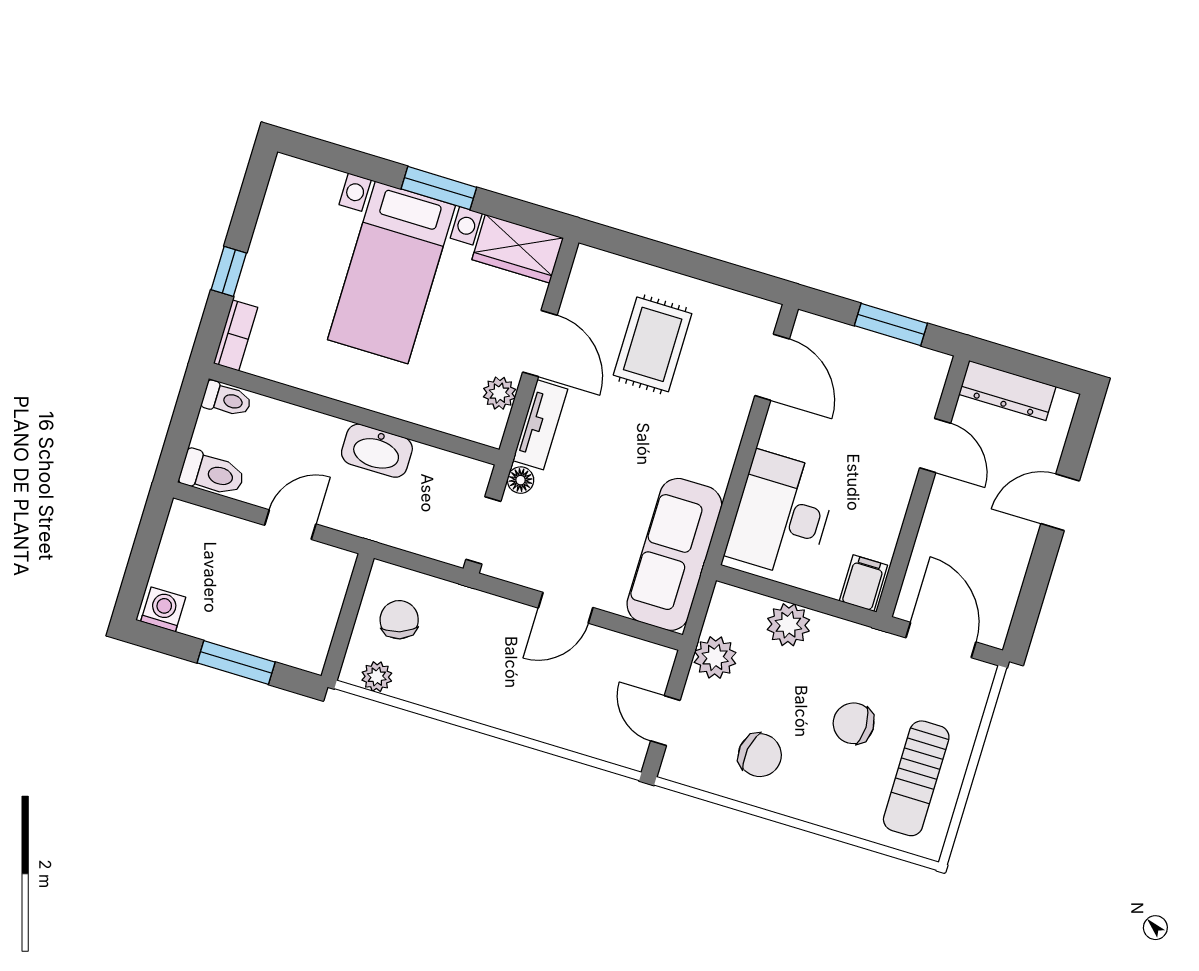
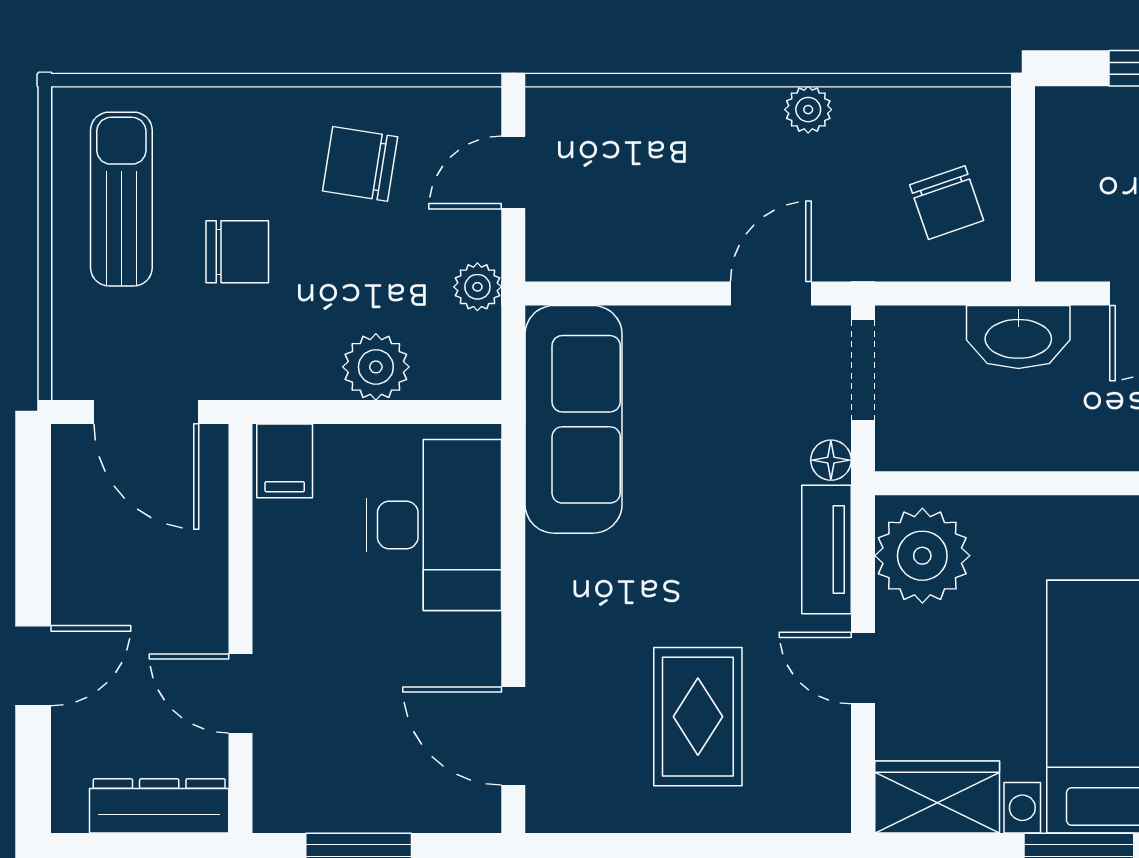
door: (540, 344) -> (863, 668), width x0.73
plant: (499, 393) -> (922, 556), width x1.88, depth x1.88
washbasin: (377, 451) -> (1018, 337), moved, turned 180
door: (566, 608) -> (771, 294), moved
plant: (715, 657) -> (477, 287), width x0.73, depth x0.73
plant: (377, 677) -> (808, 110), moved
door: (665, 721) -> (513, 173), swing flipped

